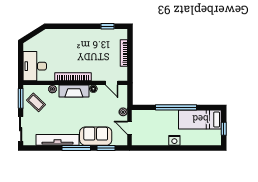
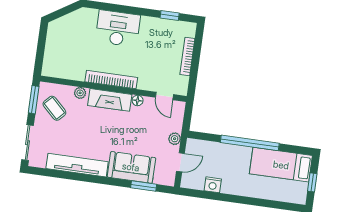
desk: (35, 66) -> (118, 28), moved, turned 90
door: (129, 128) -> (180, 162), swing flipped
nightstand: (174, 140) -> (213, 185), moved
window: (76, 148) -> (102, 180), removed

